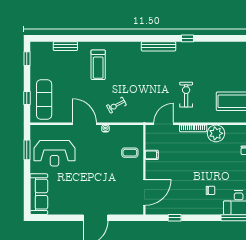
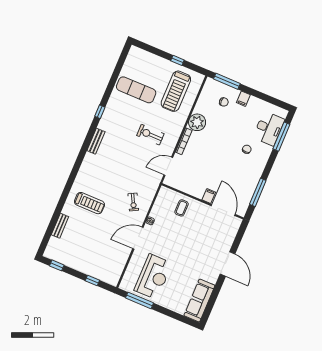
bench: (158, 46) -> (96, 141), width x0.73
exercise mat: (44, 100) -> (136, 90), moved
door: (164, 124) -> (168, 166), hinge flipped
window: (27, 150) -> (140, 300), width x1.44
filing cabinet: (152, 155) -> (209, 196), moved
sofa: (39, 194) -> (199, 300), moved, turned -90
window: (175, 218) -> (258, 192), width x2.17

